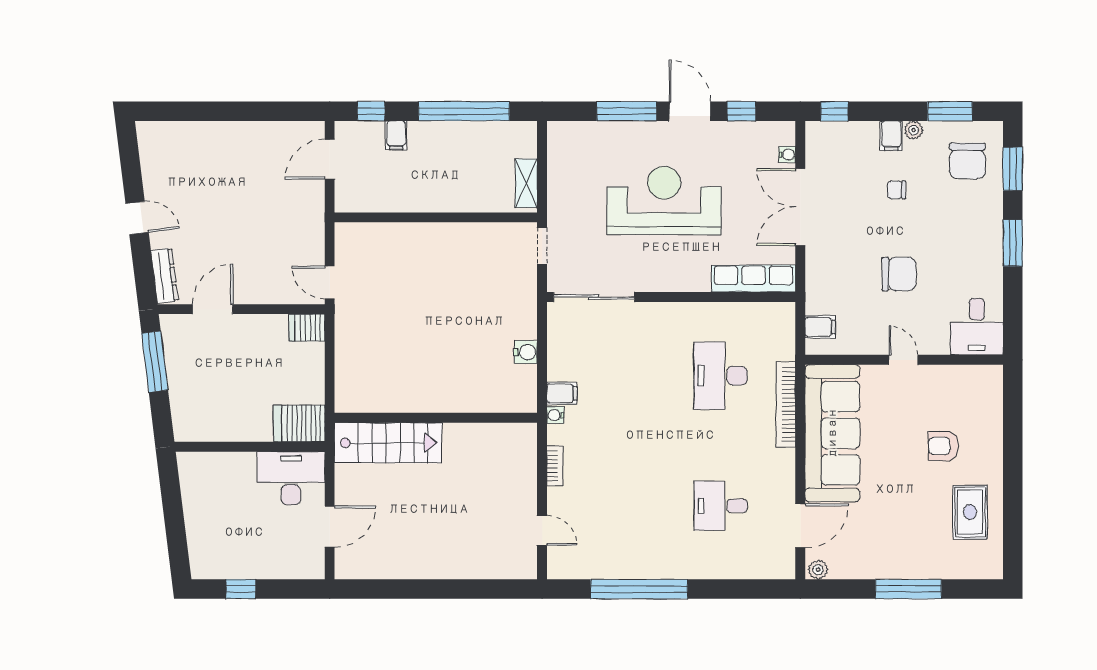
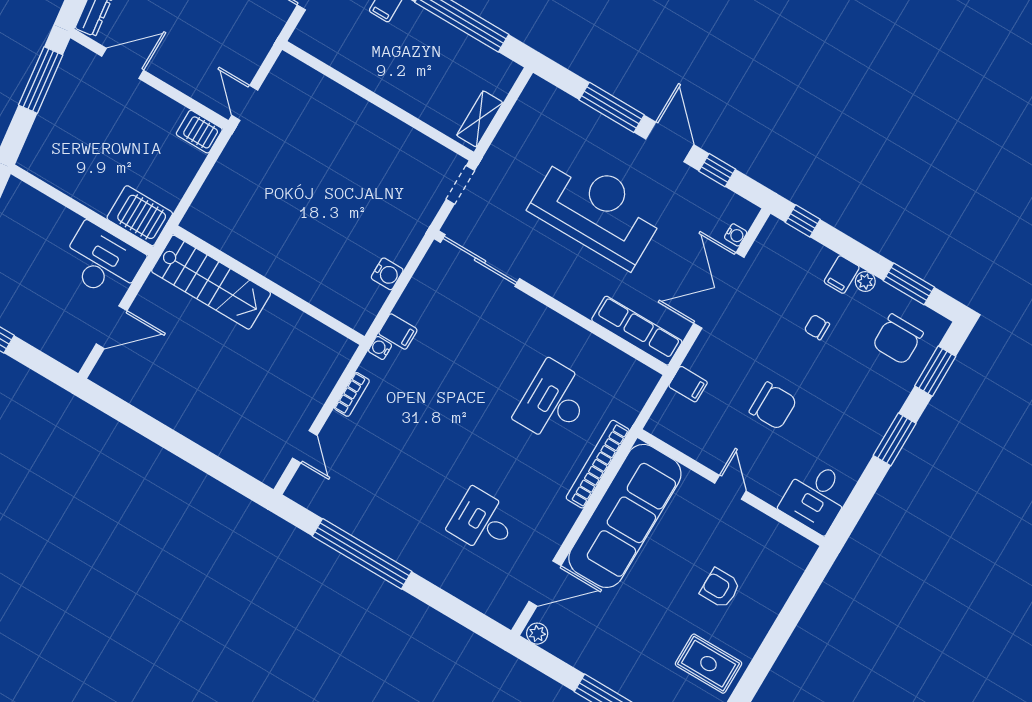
filing cabinet: (820, 327) -> (688, 384), moved
rug: (970, 512) -> (708, 664), turned 90

